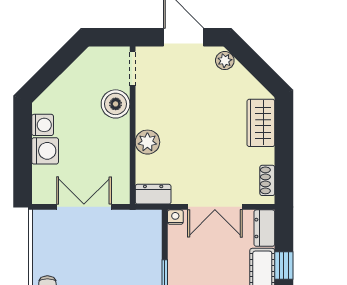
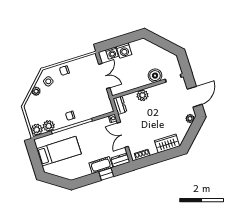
washing machine: (43, 125) -> (112, 53), moved

